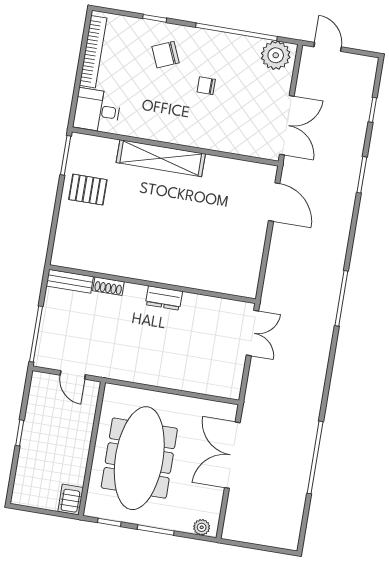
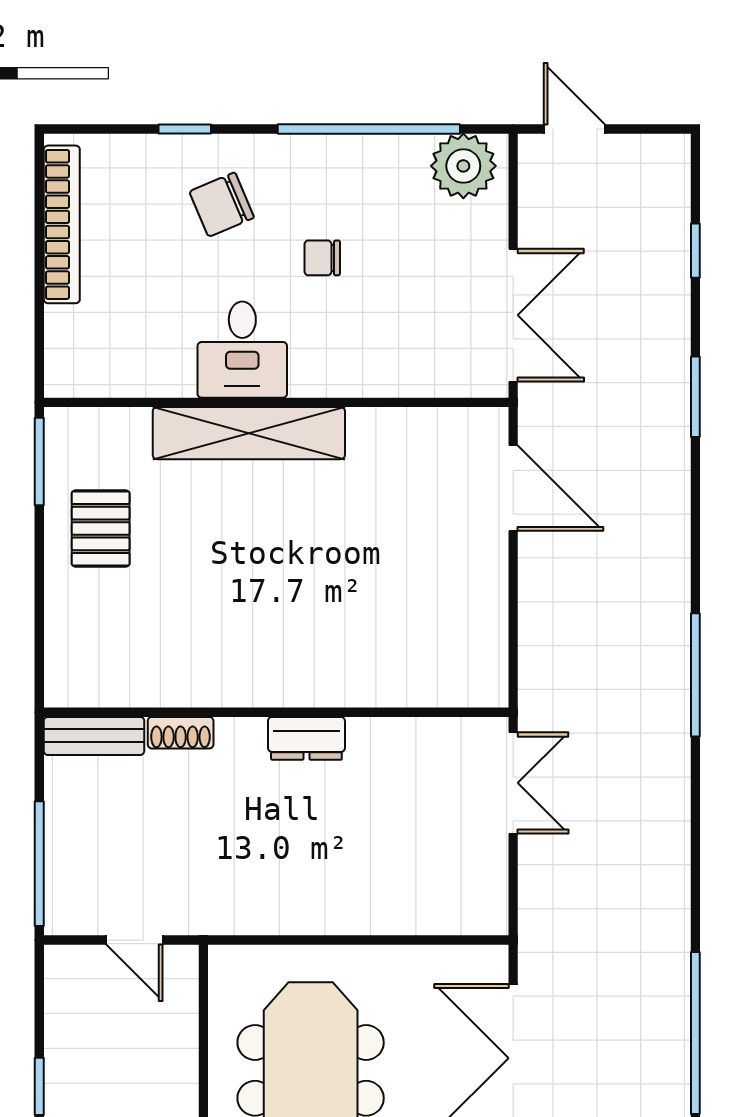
desk: (97, 110) -> (242, 350), moved, turned -90
pallet: (88, 190) -> (101, 528), turned 90

